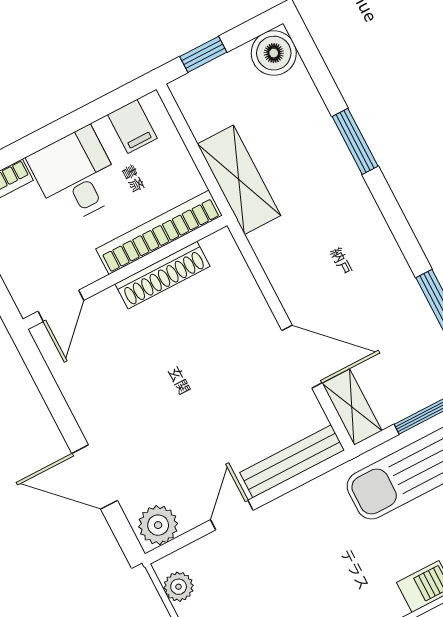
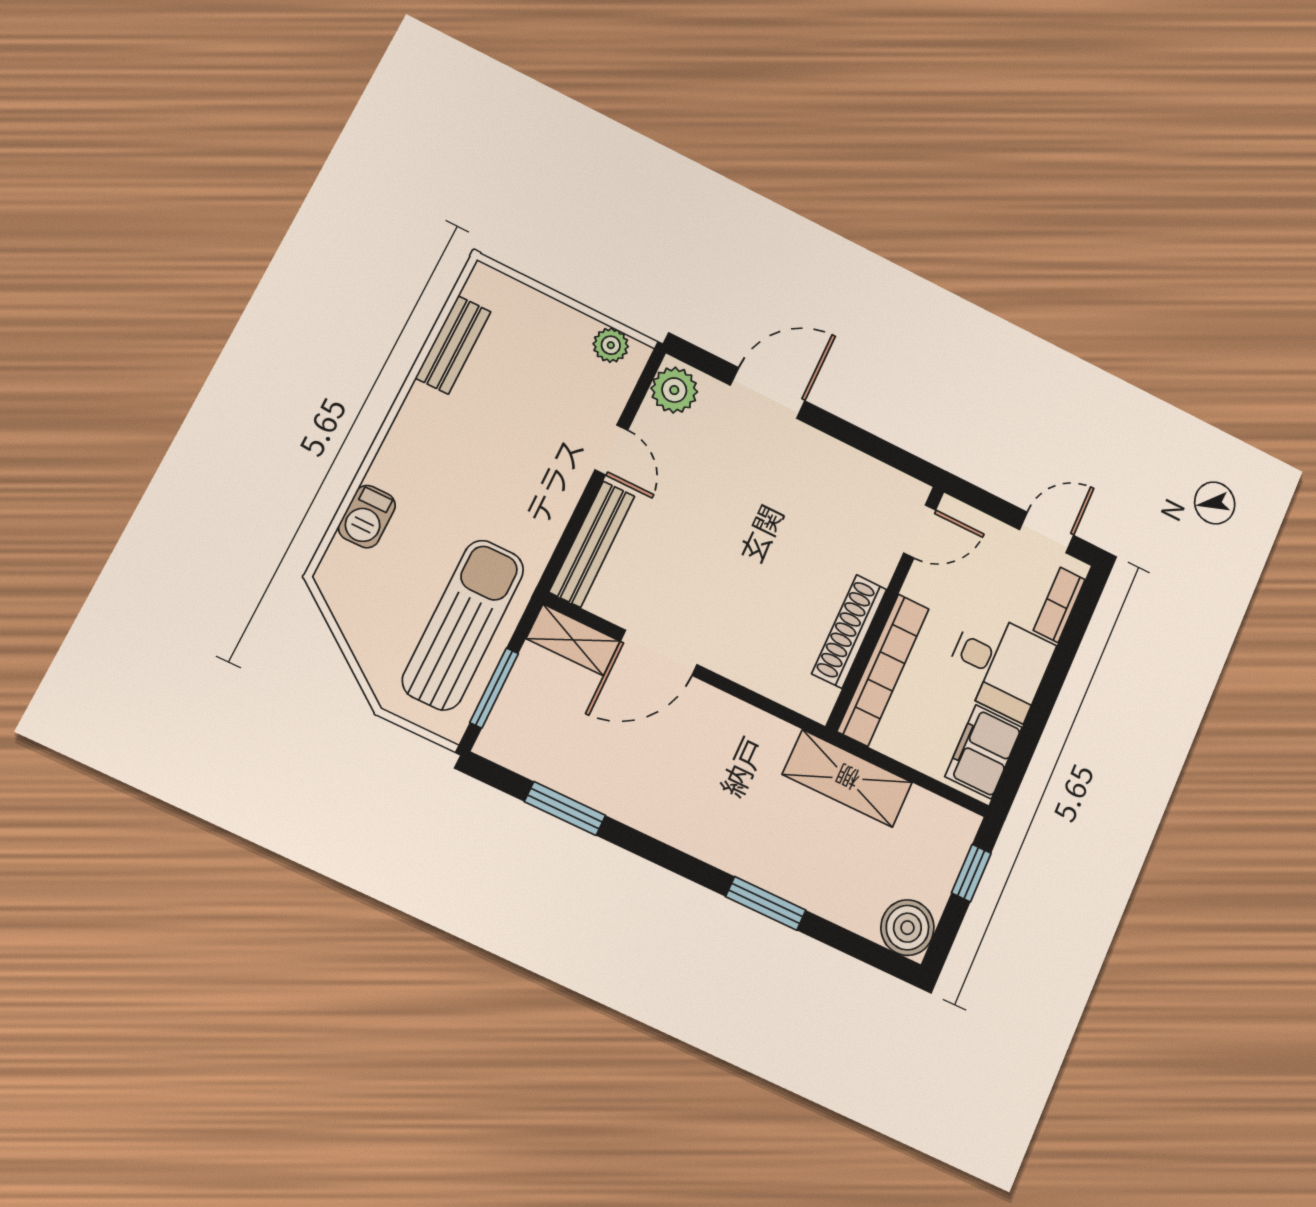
filing cabinet: (132, 126) -> (984, 752), width x2.00
door: (61, 306) -> (920, 532), swing flipped

